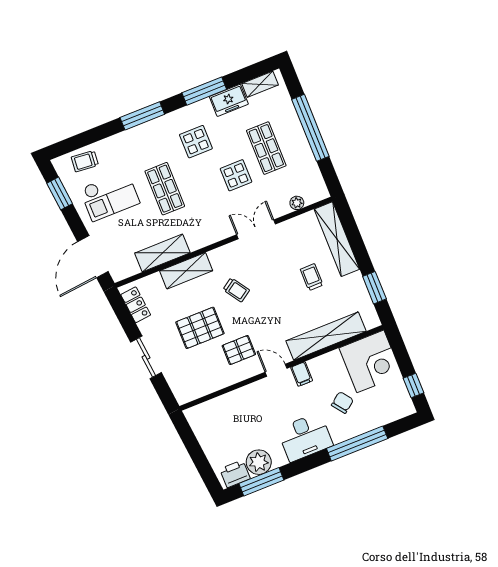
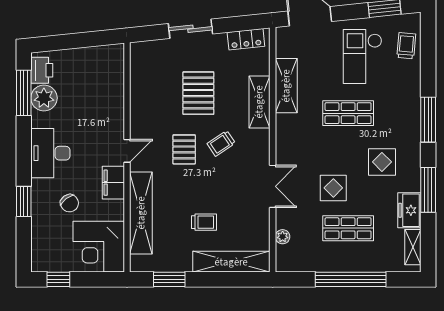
pallet: (239, 350) -> (184, 149), moved
filing cabinet: (302, 374) -> (113, 183), width x2.00
window: (357, 444) -> (24, 201), width x0.47

